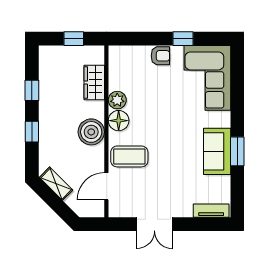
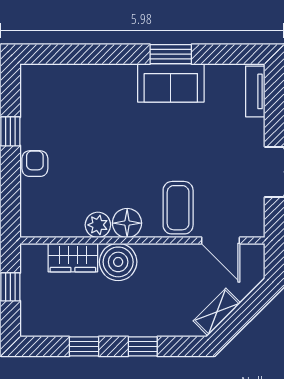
corner sofa: (207, 78) -> (66, 97), removed
boiler: (91, 132) -> (118, 262), moved

